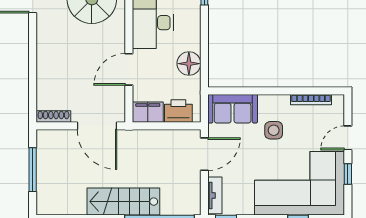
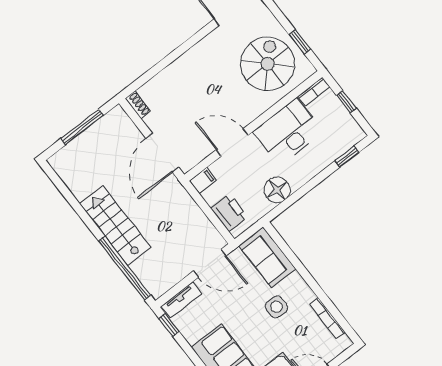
filing cabinet: (148, 112) -> (203, 181), width x0.50
shoe rack: (53, 117) -> (138, 105), width x0.70

